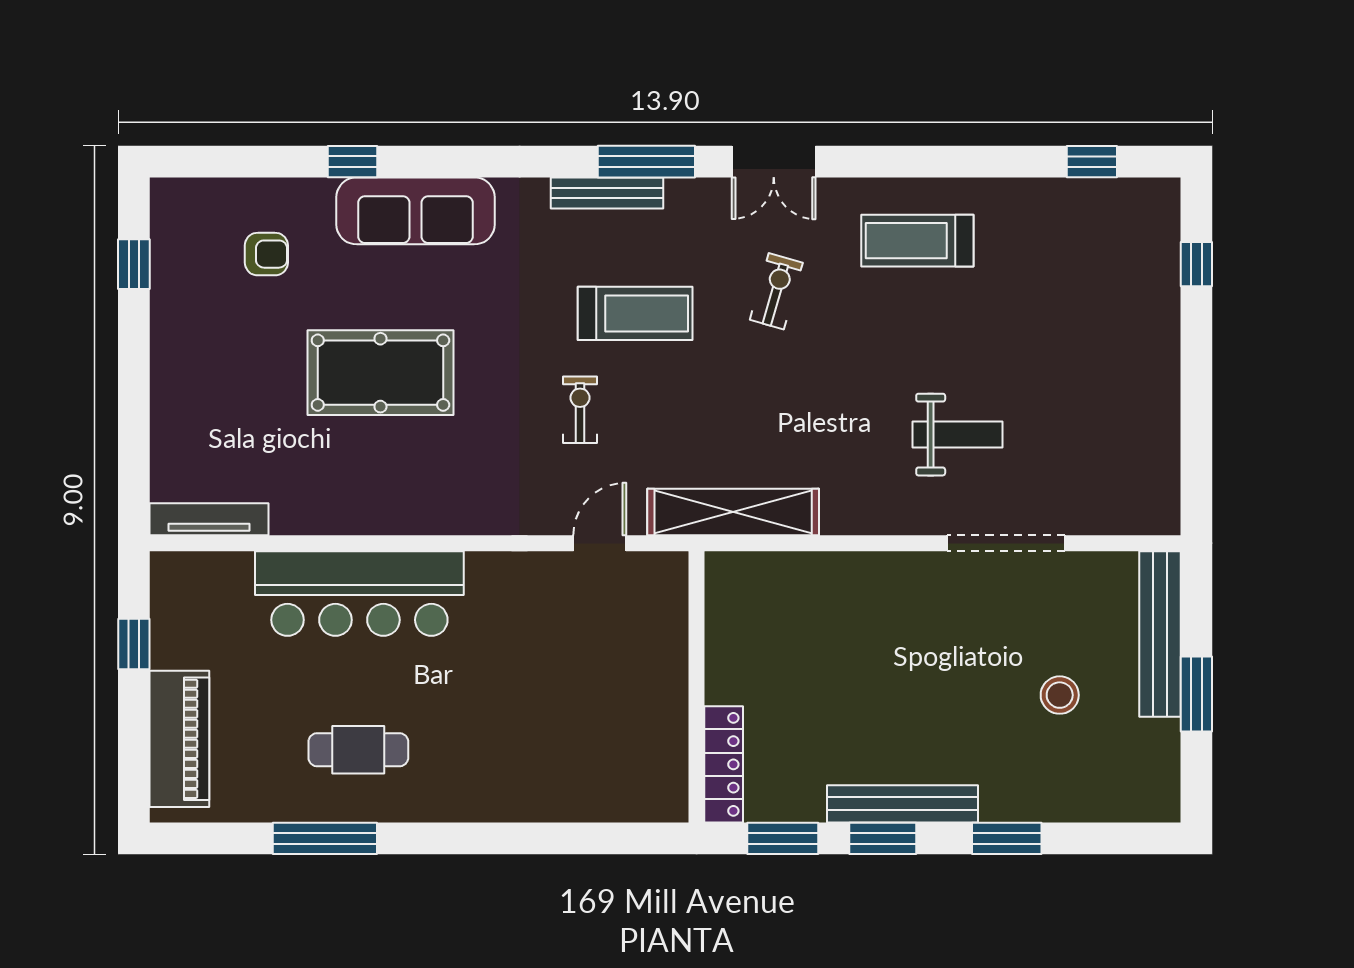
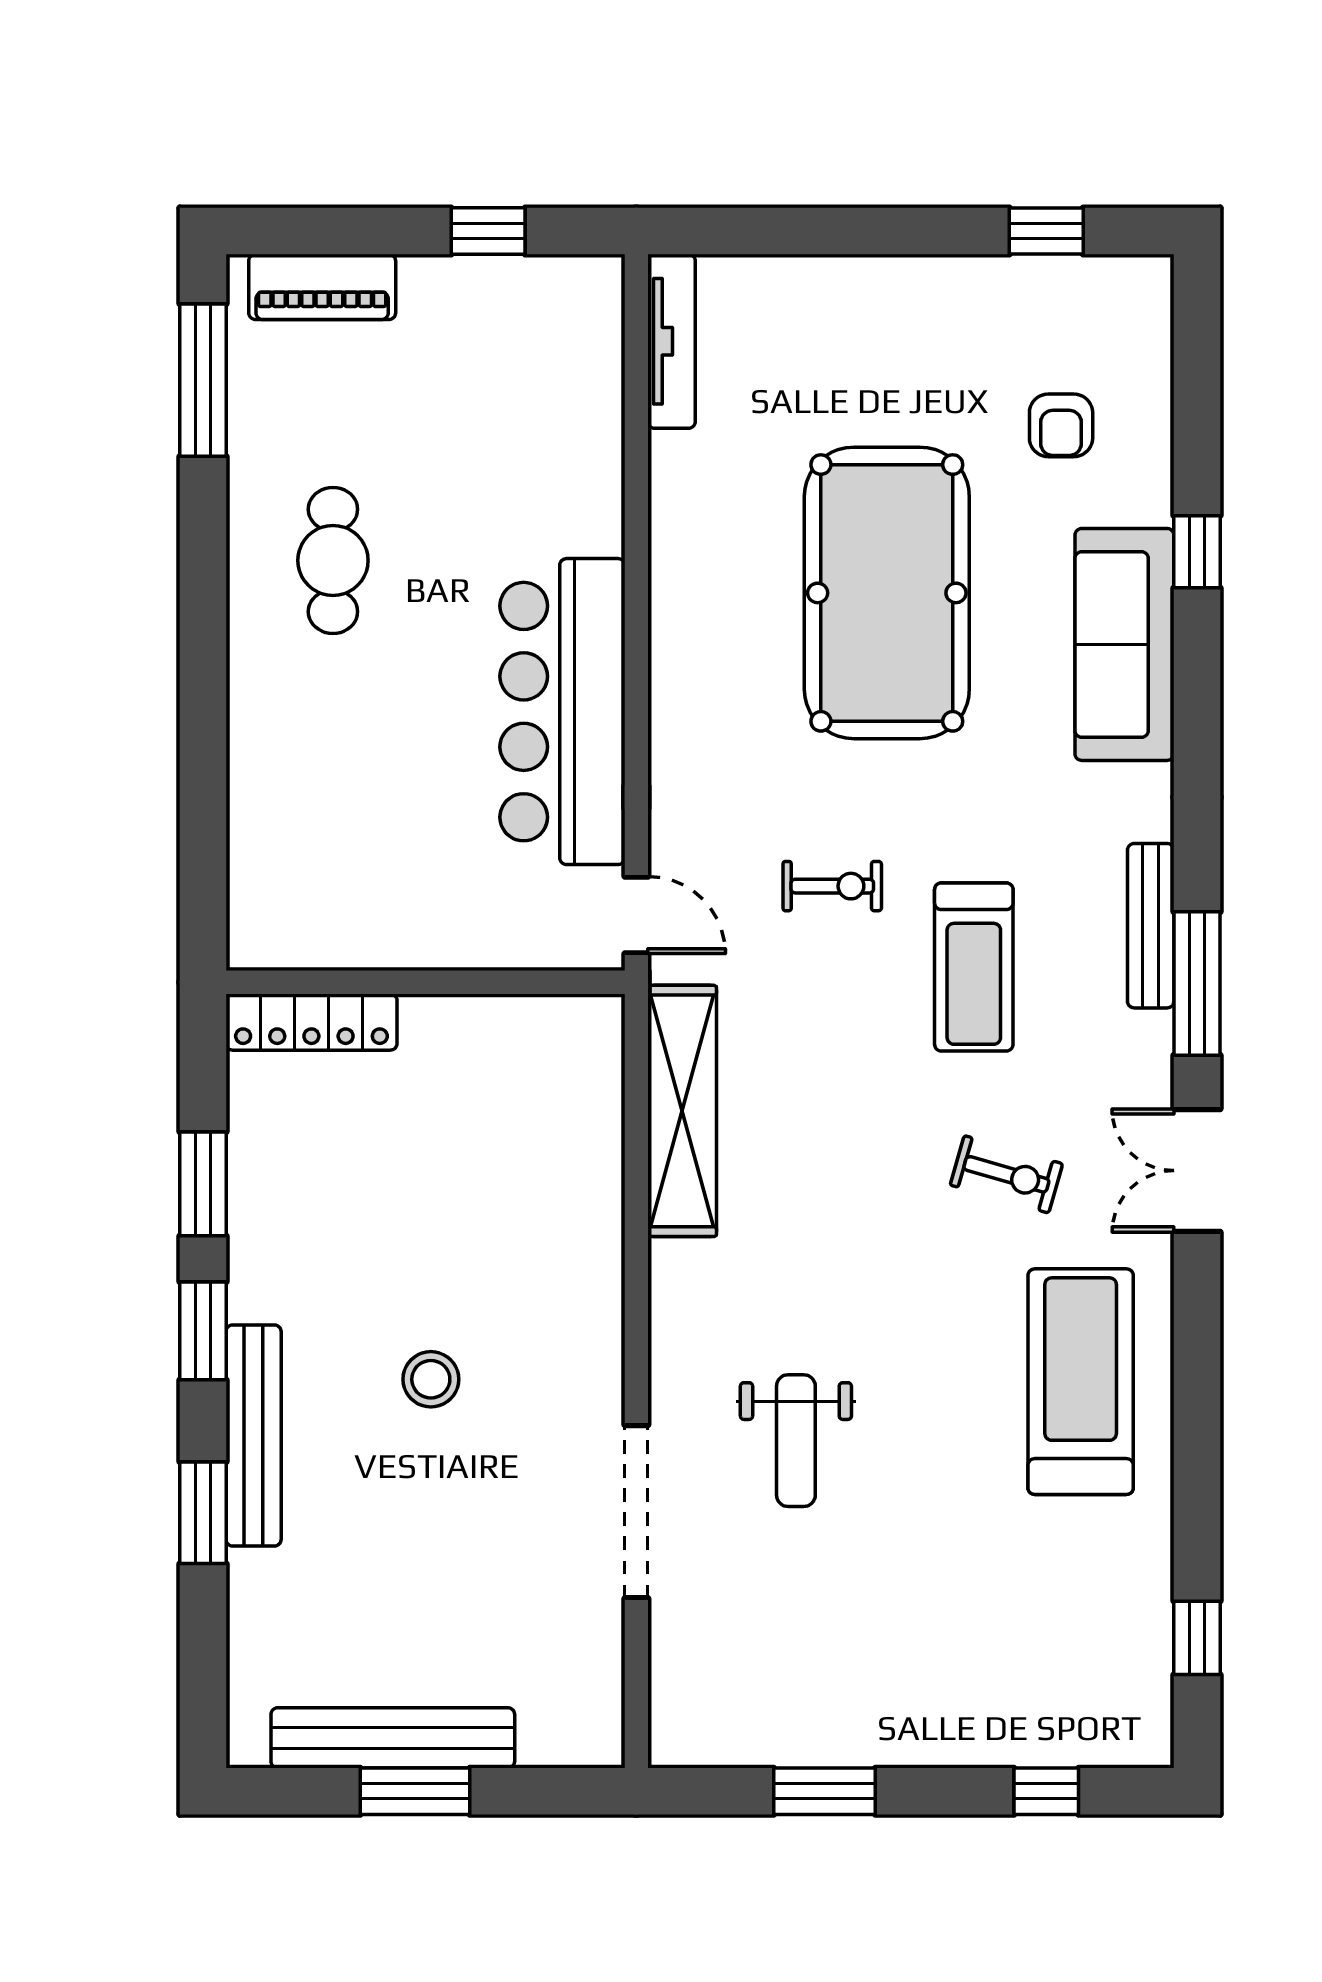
treadmill: (917, 241) -> (1081, 1382), width x1.37, depth x1.38
pool table: (380, 373) -> (887, 593), width x1.36, depth x1.32
window: (1196, 415) -> (825, 1791), added
bar counter: (359, 594) -> (562, 712), moved
bench: (1160, 634) -> (393, 1738), moved
wall: (697, 687) -> (425, 982), moved
stool: (1060, 695) -> (431, 1379), moved
piano: (179, 739) -> (322, 287), width x0.73, depth x0.75
locker: (724, 764) -> (311, 1022), moved
bench: (903, 804) -> (254, 1435), moved
window: (325, 838) -> (203, 380), moved

